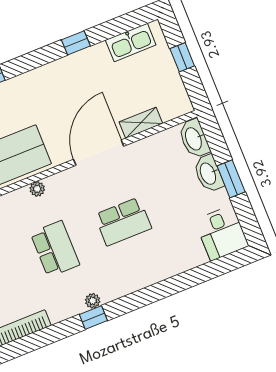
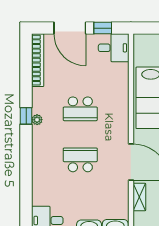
plant: (37, 189) -> (124, 113), removed
school desk: (123, 221) -> (80, 160), turned 90

